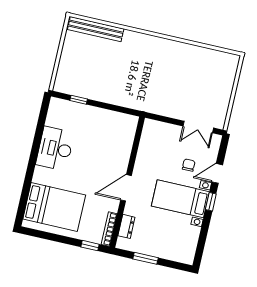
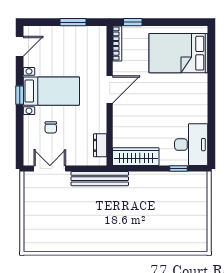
bench: (96, 29) -> (100, 179), moved
wardrobe: (116, 120) -> (136, 157), added
desk: (55, 149) -> (191, 145), moved
door: (217, 173) -> (20, 46), moved
dresser: (126, 226) -> (100, 145), moved

